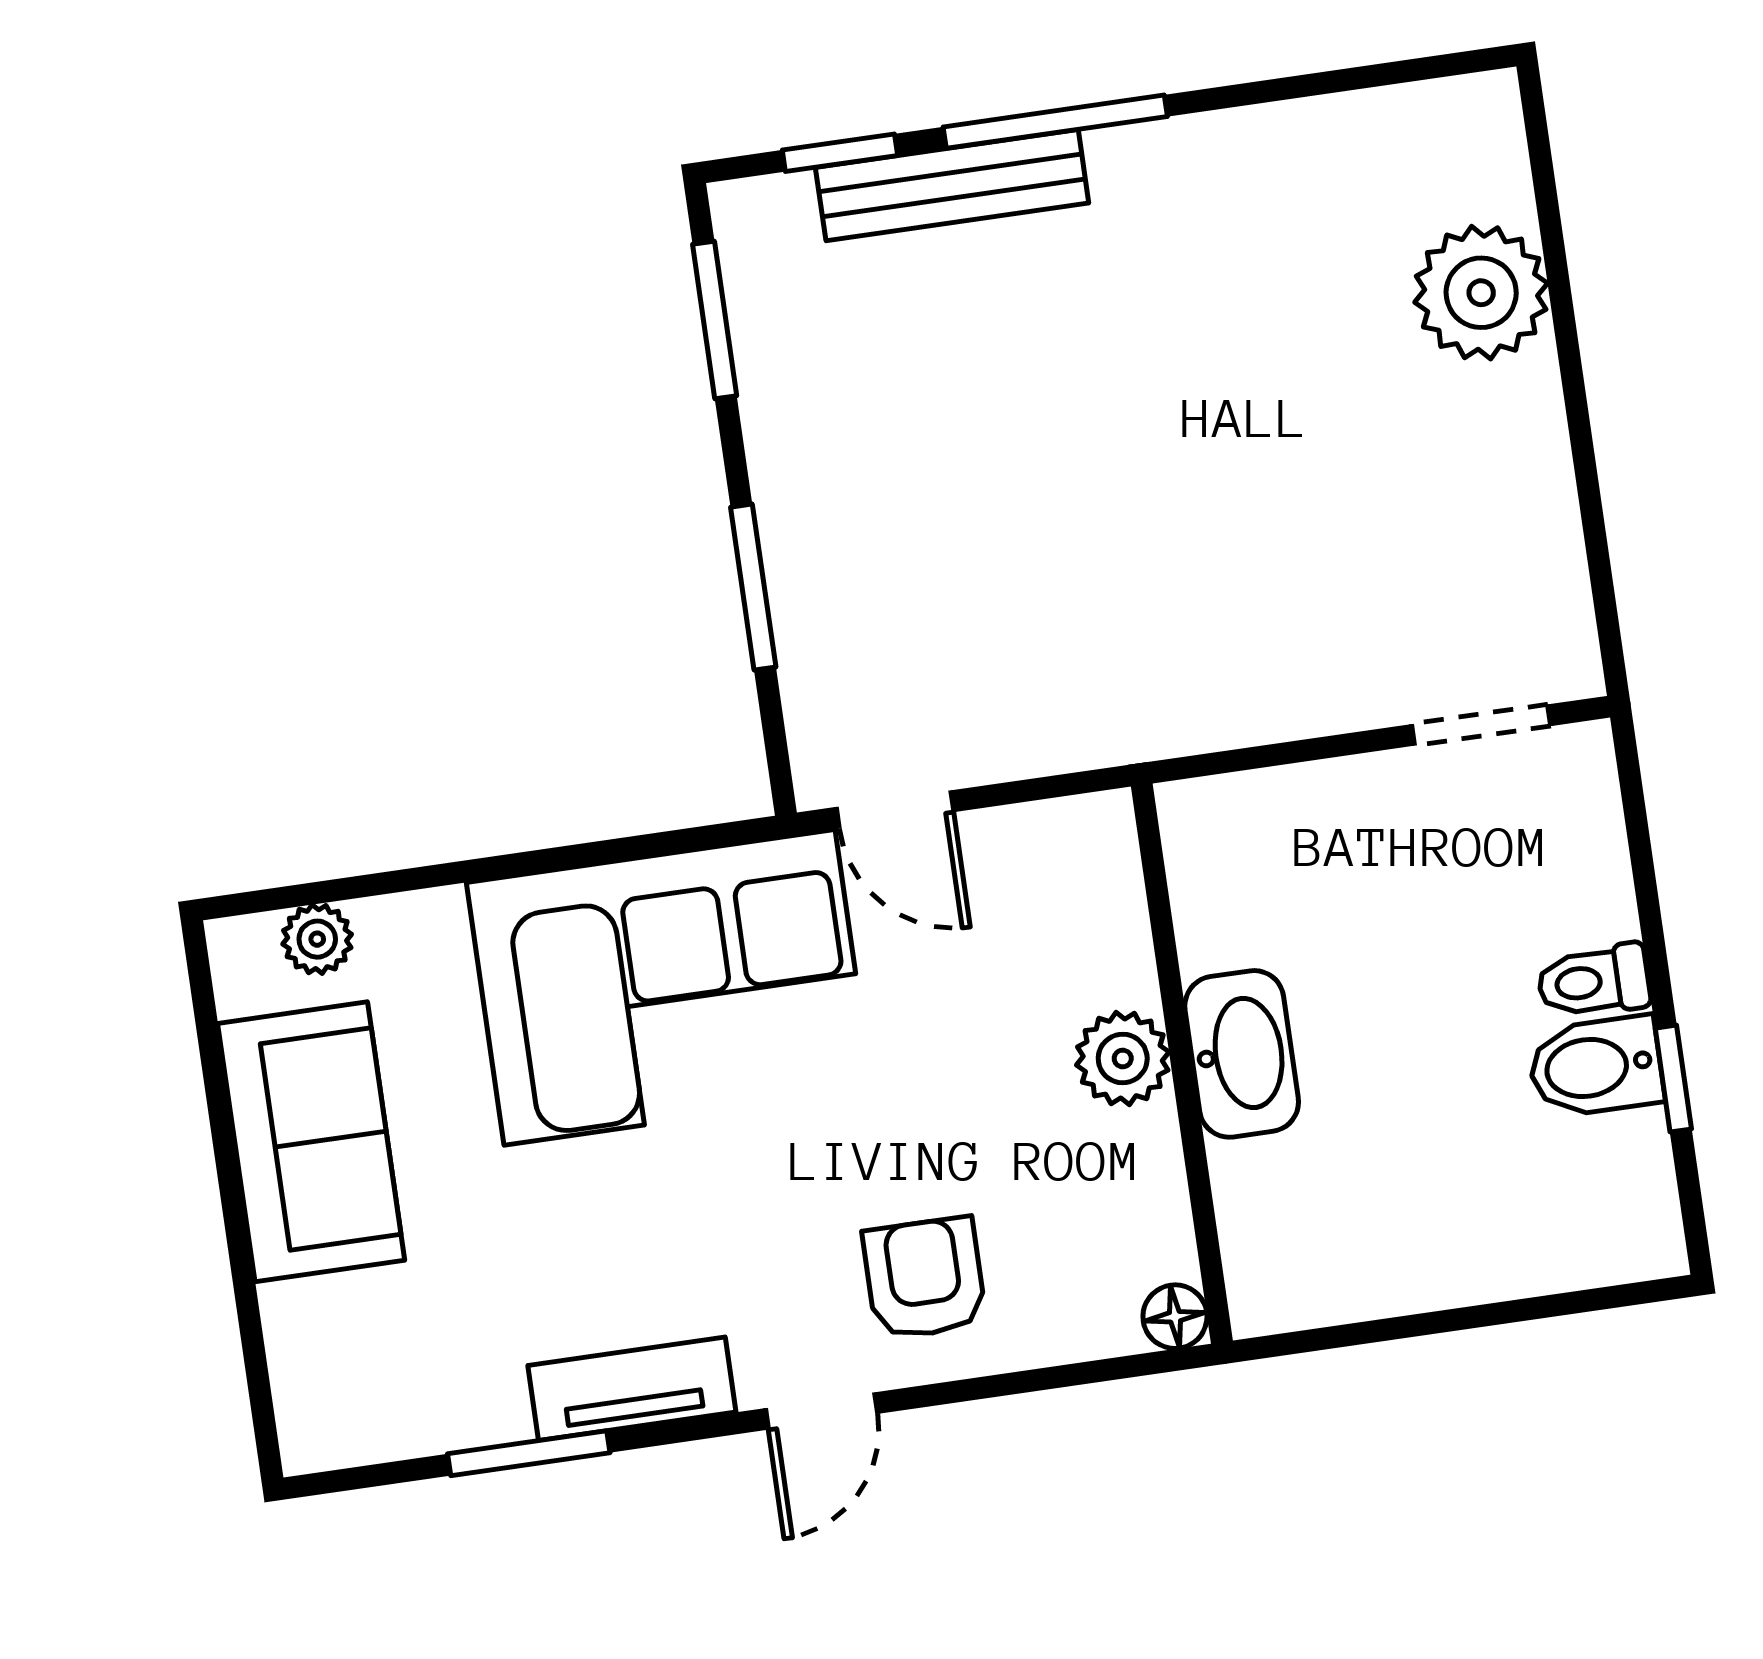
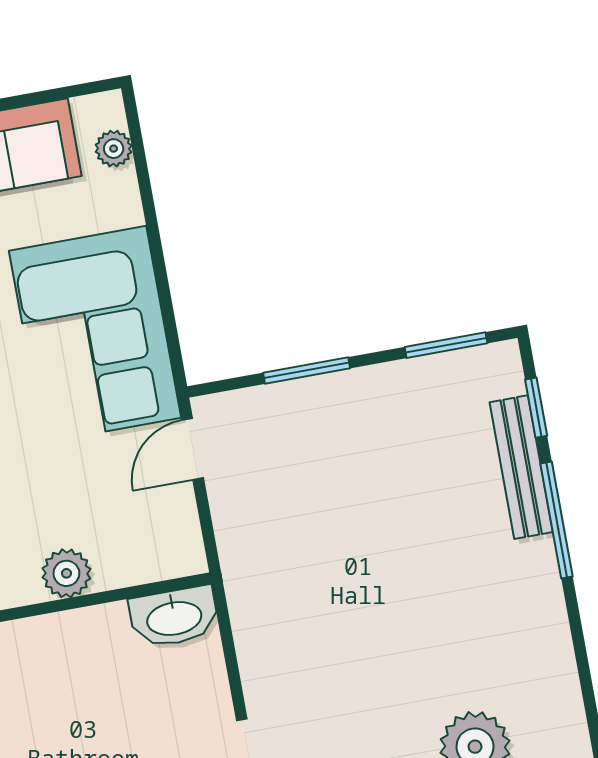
washbasin: (1242, 1054) -> (174, 617), moved

